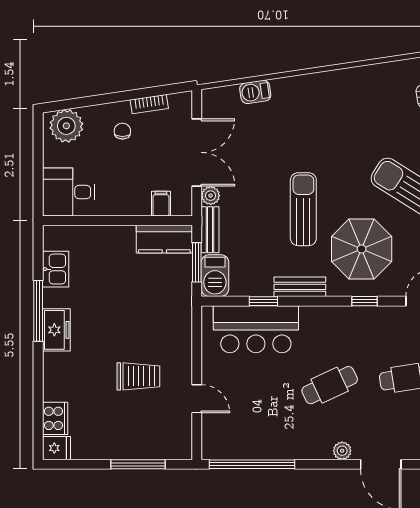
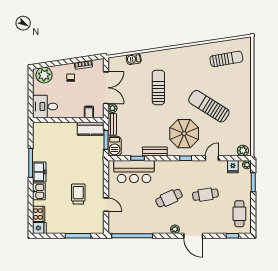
sun lounger: (303, 209) -> (158, 87), moved
kitchen sink: (56, 269) -> (39, 191), moved
trolley: (138, 376) -> (78, 194), turned -90

